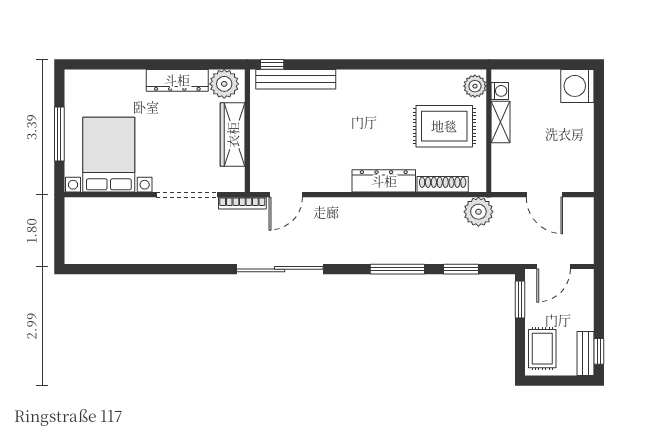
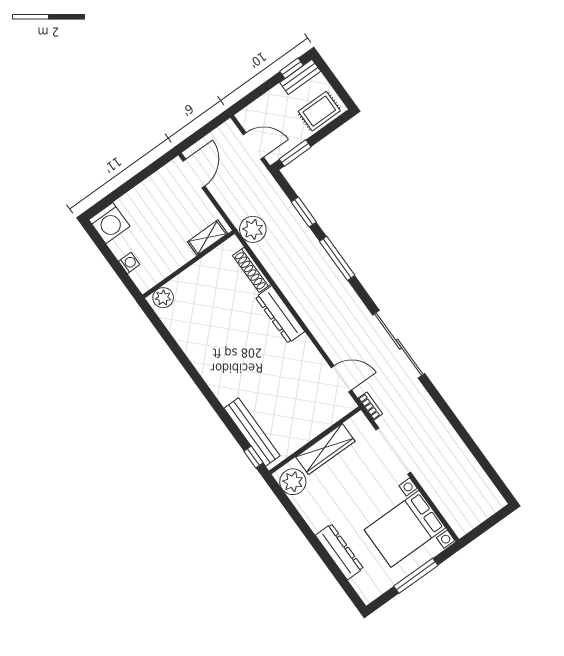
dresser: (177, 80) -> (339, 552), moved
washing machine: (500, 91) -> (129, 263), moved, turned 90
shelving: (500, 122) -> (207, 238), moved
rug: (444, 126) -> (208, 299), removed
door: (544, 195) -> (194, 174), moved
bookcase: (242, 203) -> (370, 406), width x0.64

